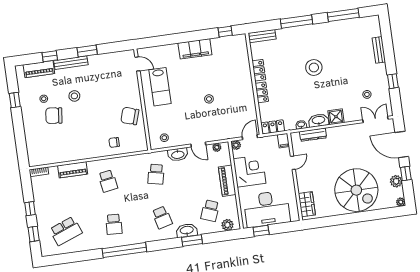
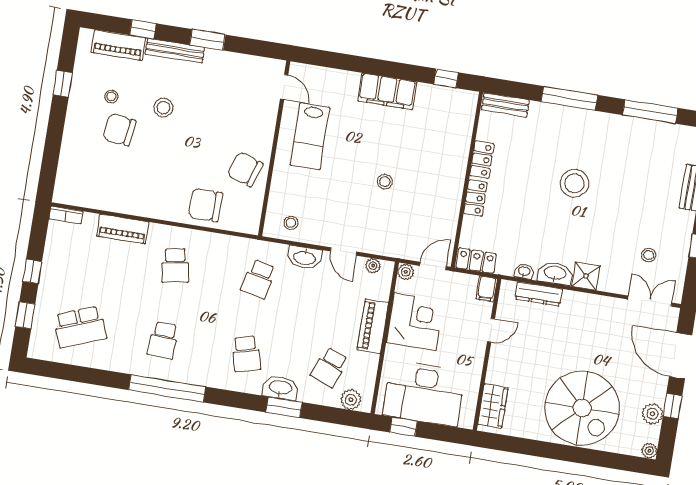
chair: (114, 142) -> (205, 205), width x1.87, depth x1.87

